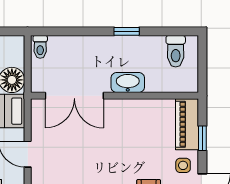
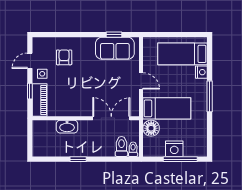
toilet: (176, 51) -> (121, 146), moved
washbasin: (128, 82) -> (67, 127), moved

